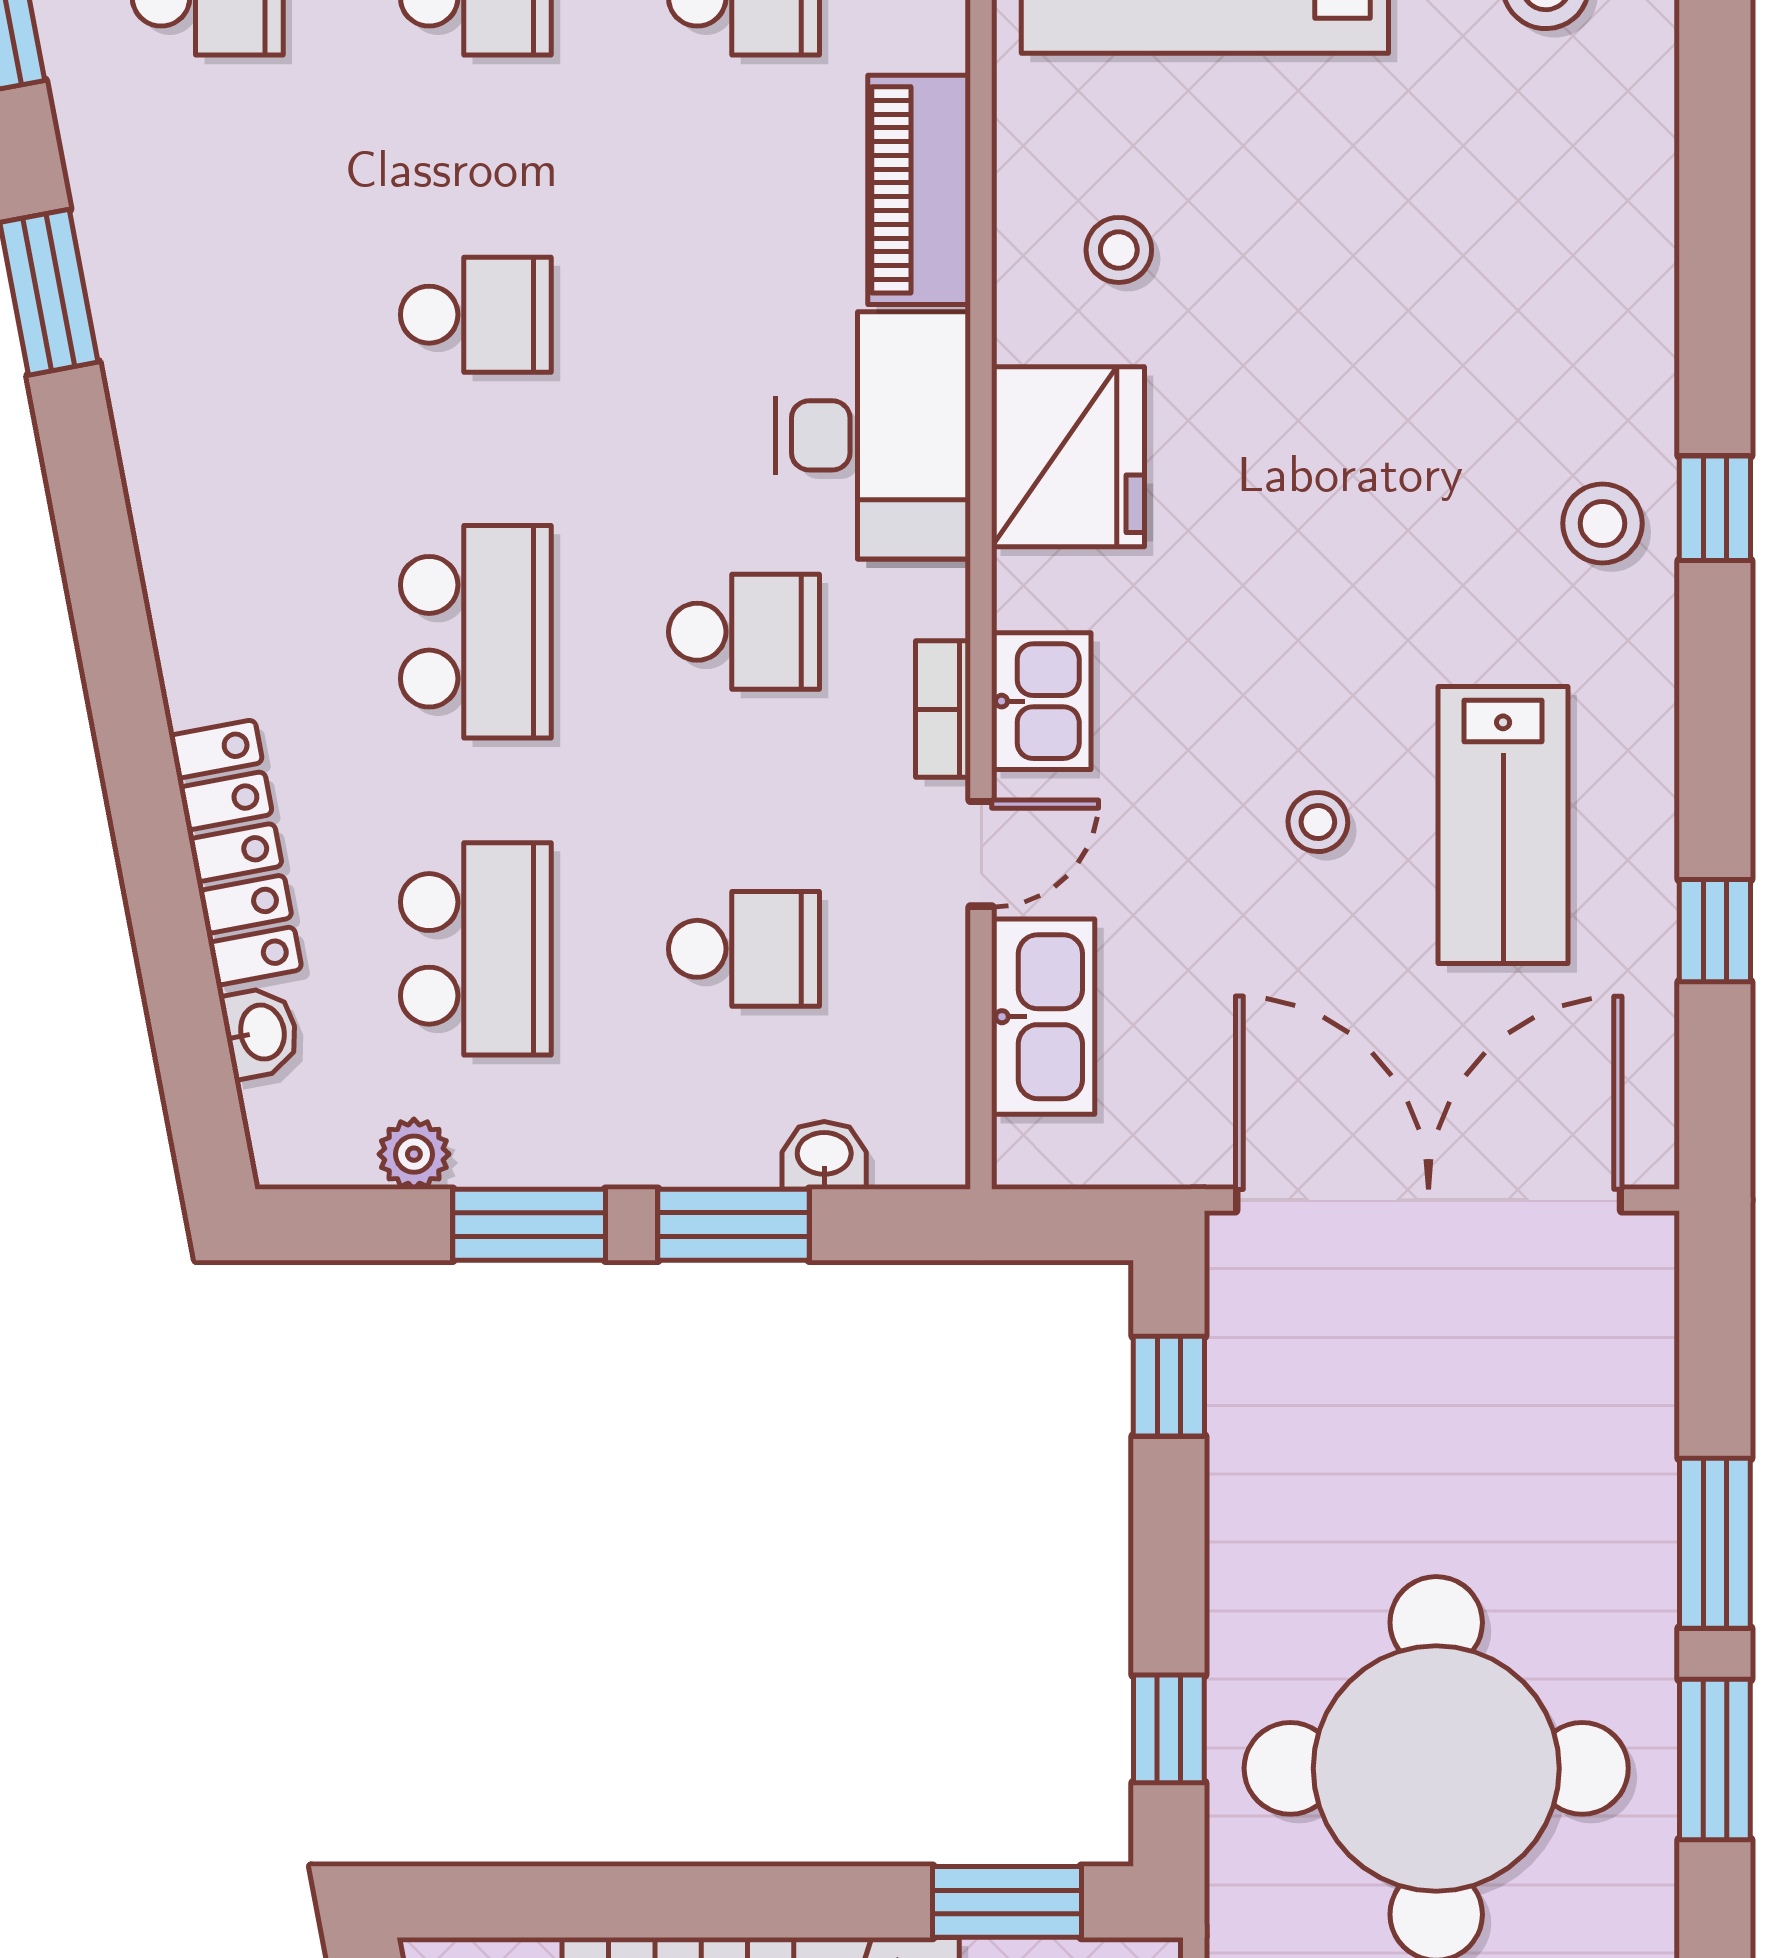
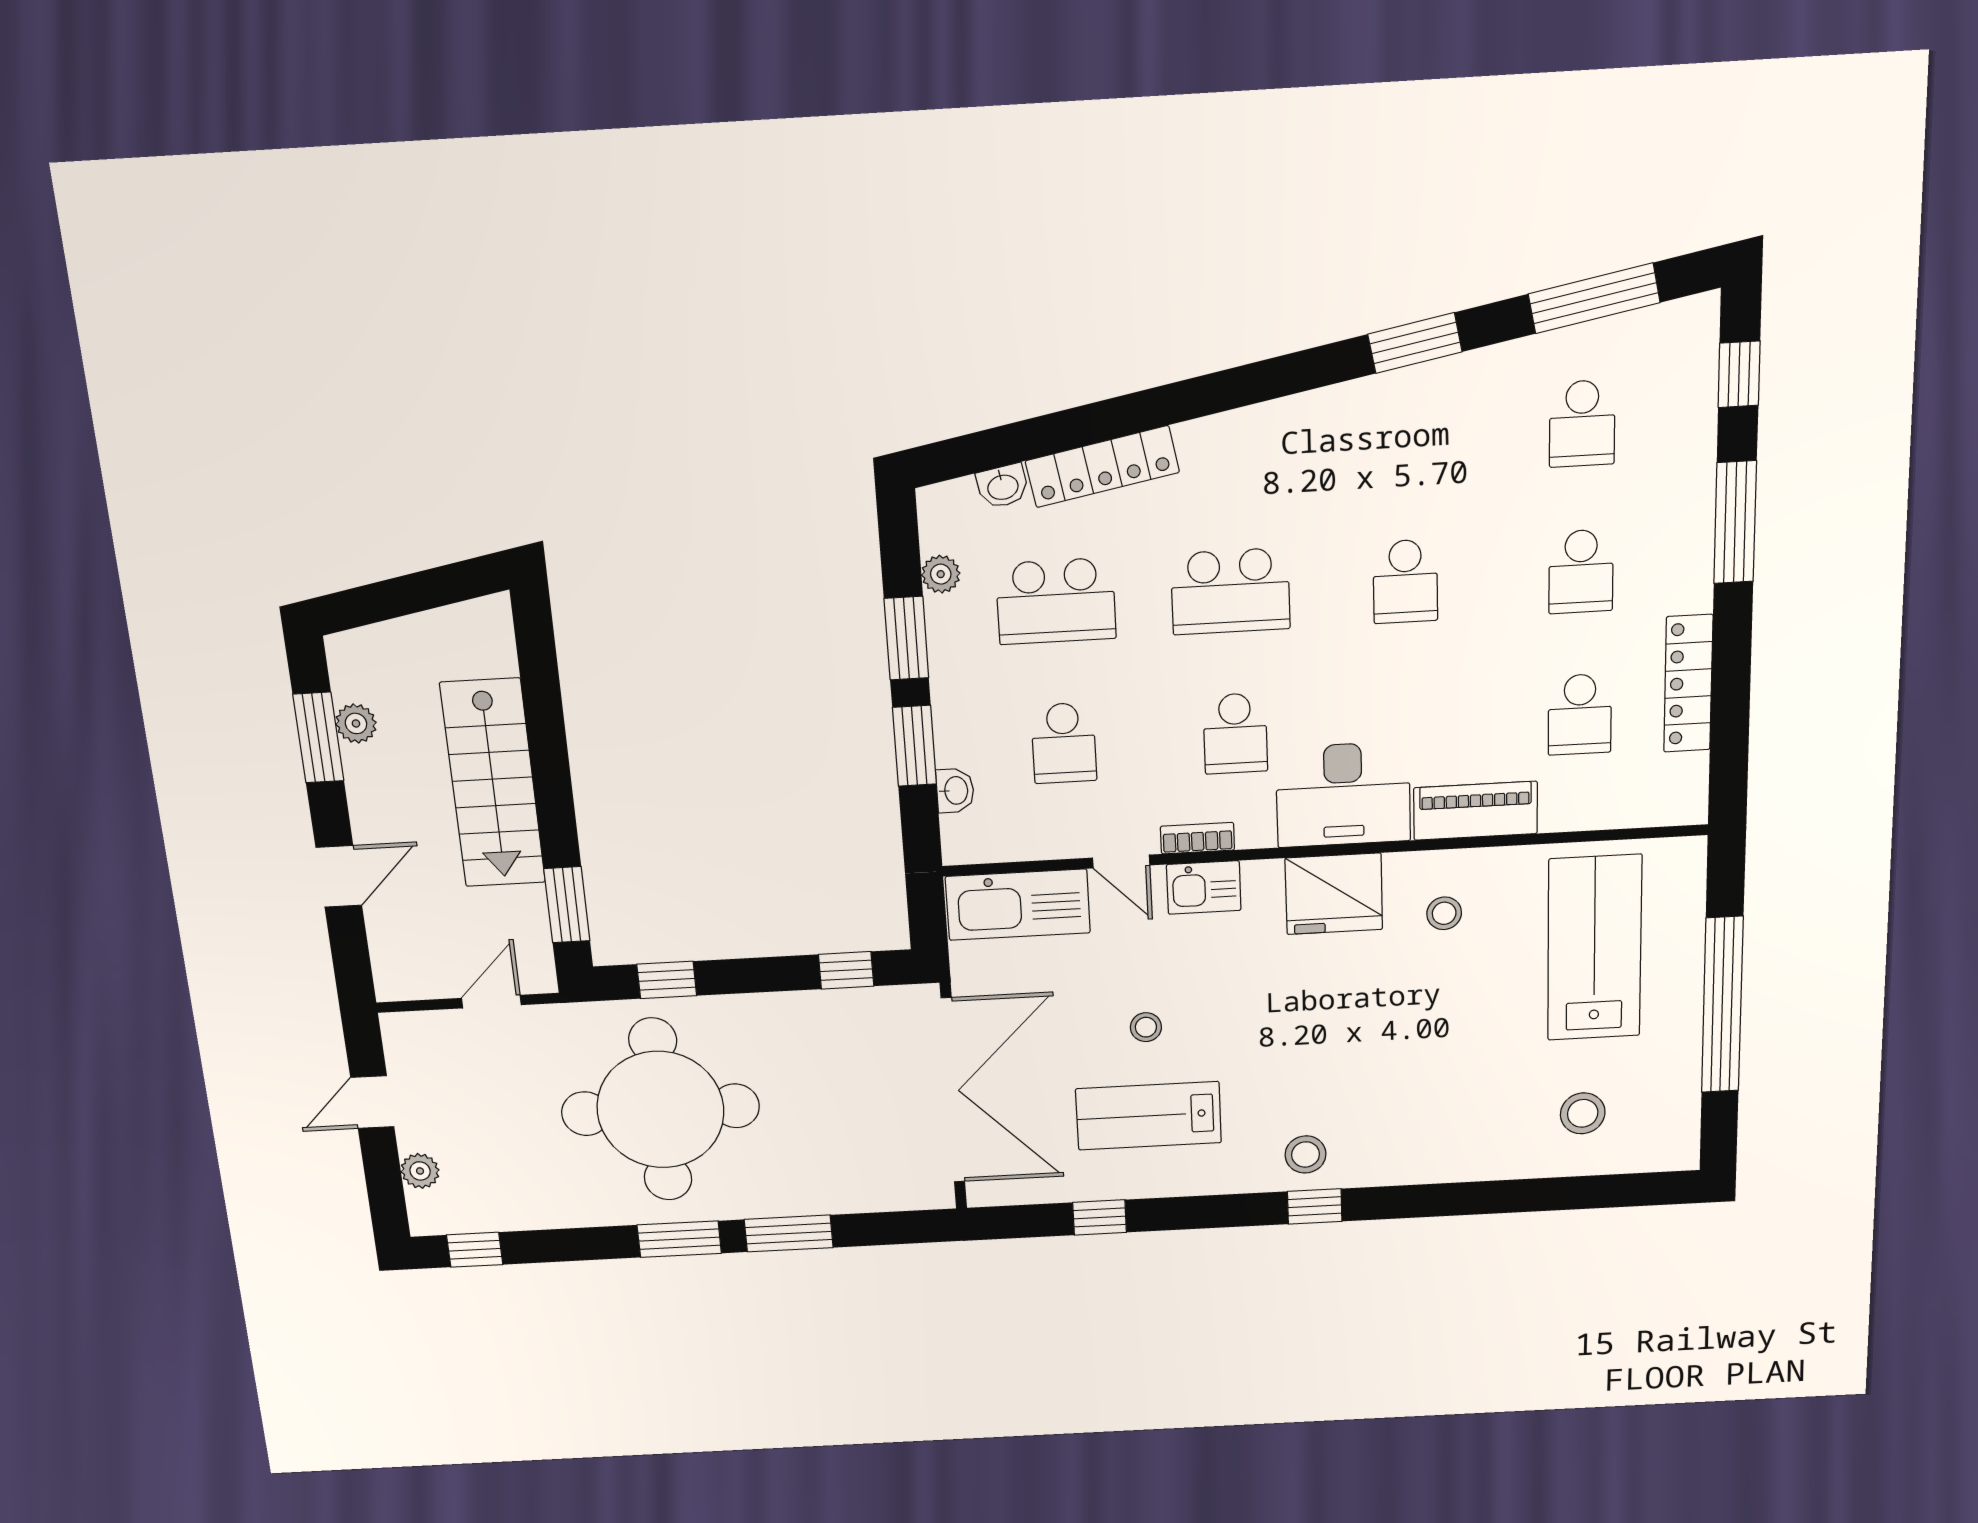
kitchen sink: (1043, 1017) -> (1018, 905), width x1.36, depth x1.24

